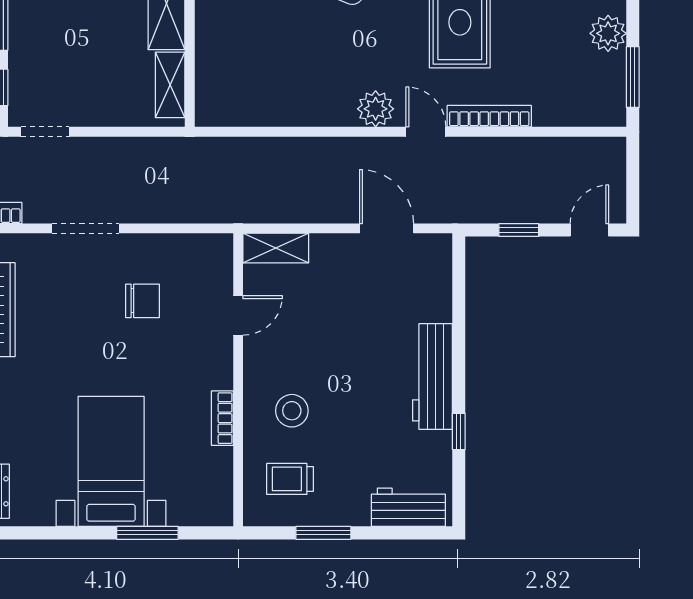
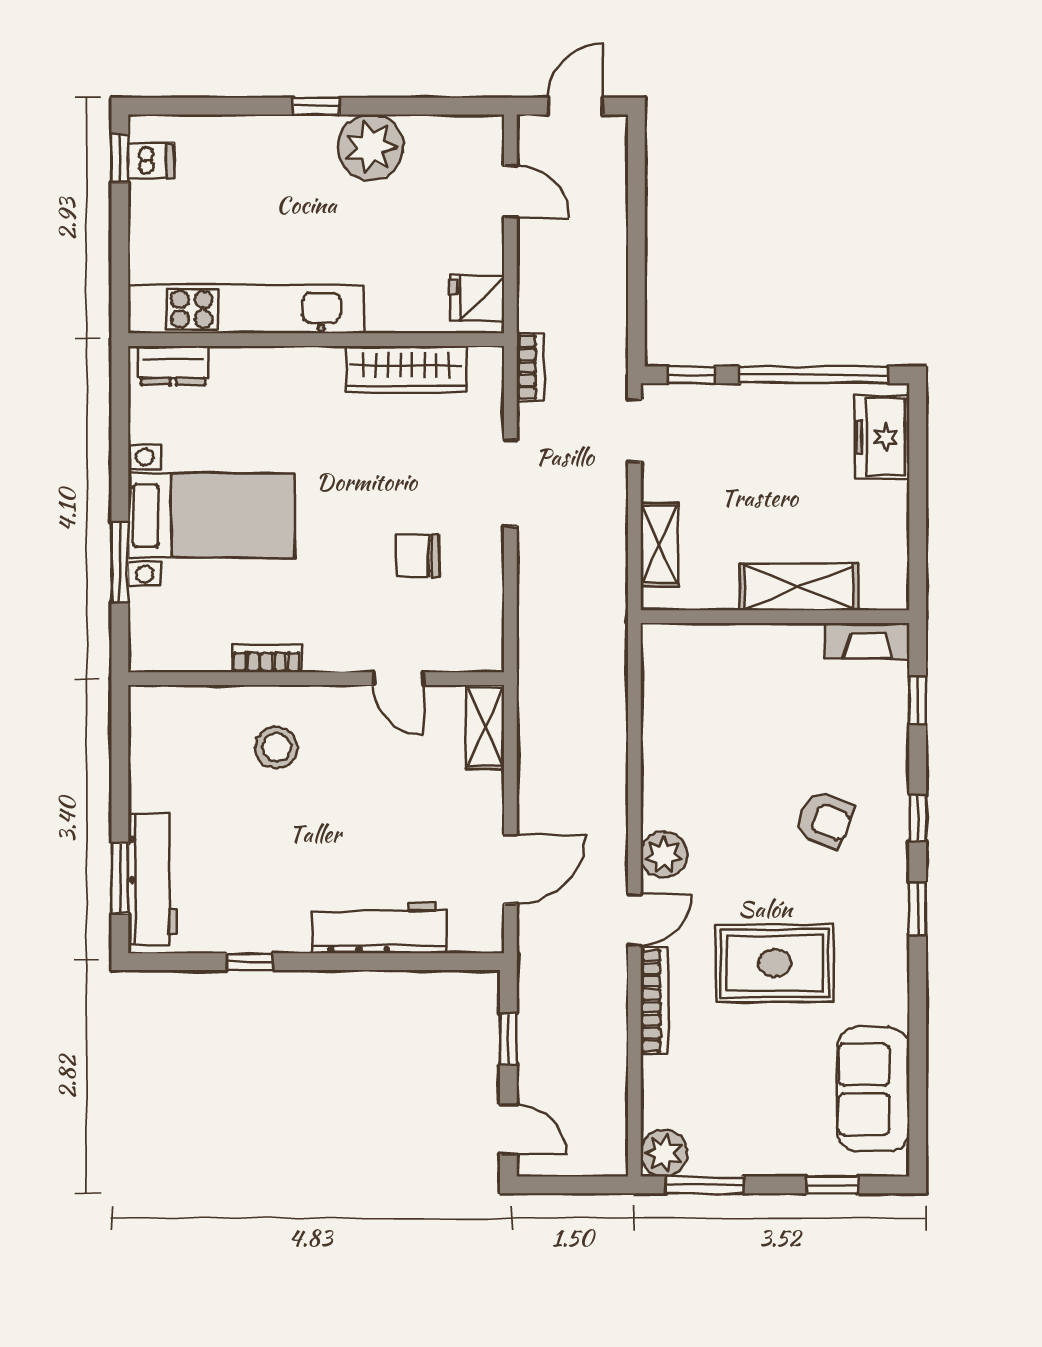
plant: (608, 33) -> (664, 1153), moved
shelving: (170, 85) -> (660, 544), moved, turned 90
chair: (142, 301) -> (417, 556), turned 90
workbench: (432, 377) -> (379, 928), moved
trolley: (290, 479) -> (189, 745), removed
workbench: (408, 507) -> (153, 879), width x1.38
window: (323, 533) -> (120, 878), moved

